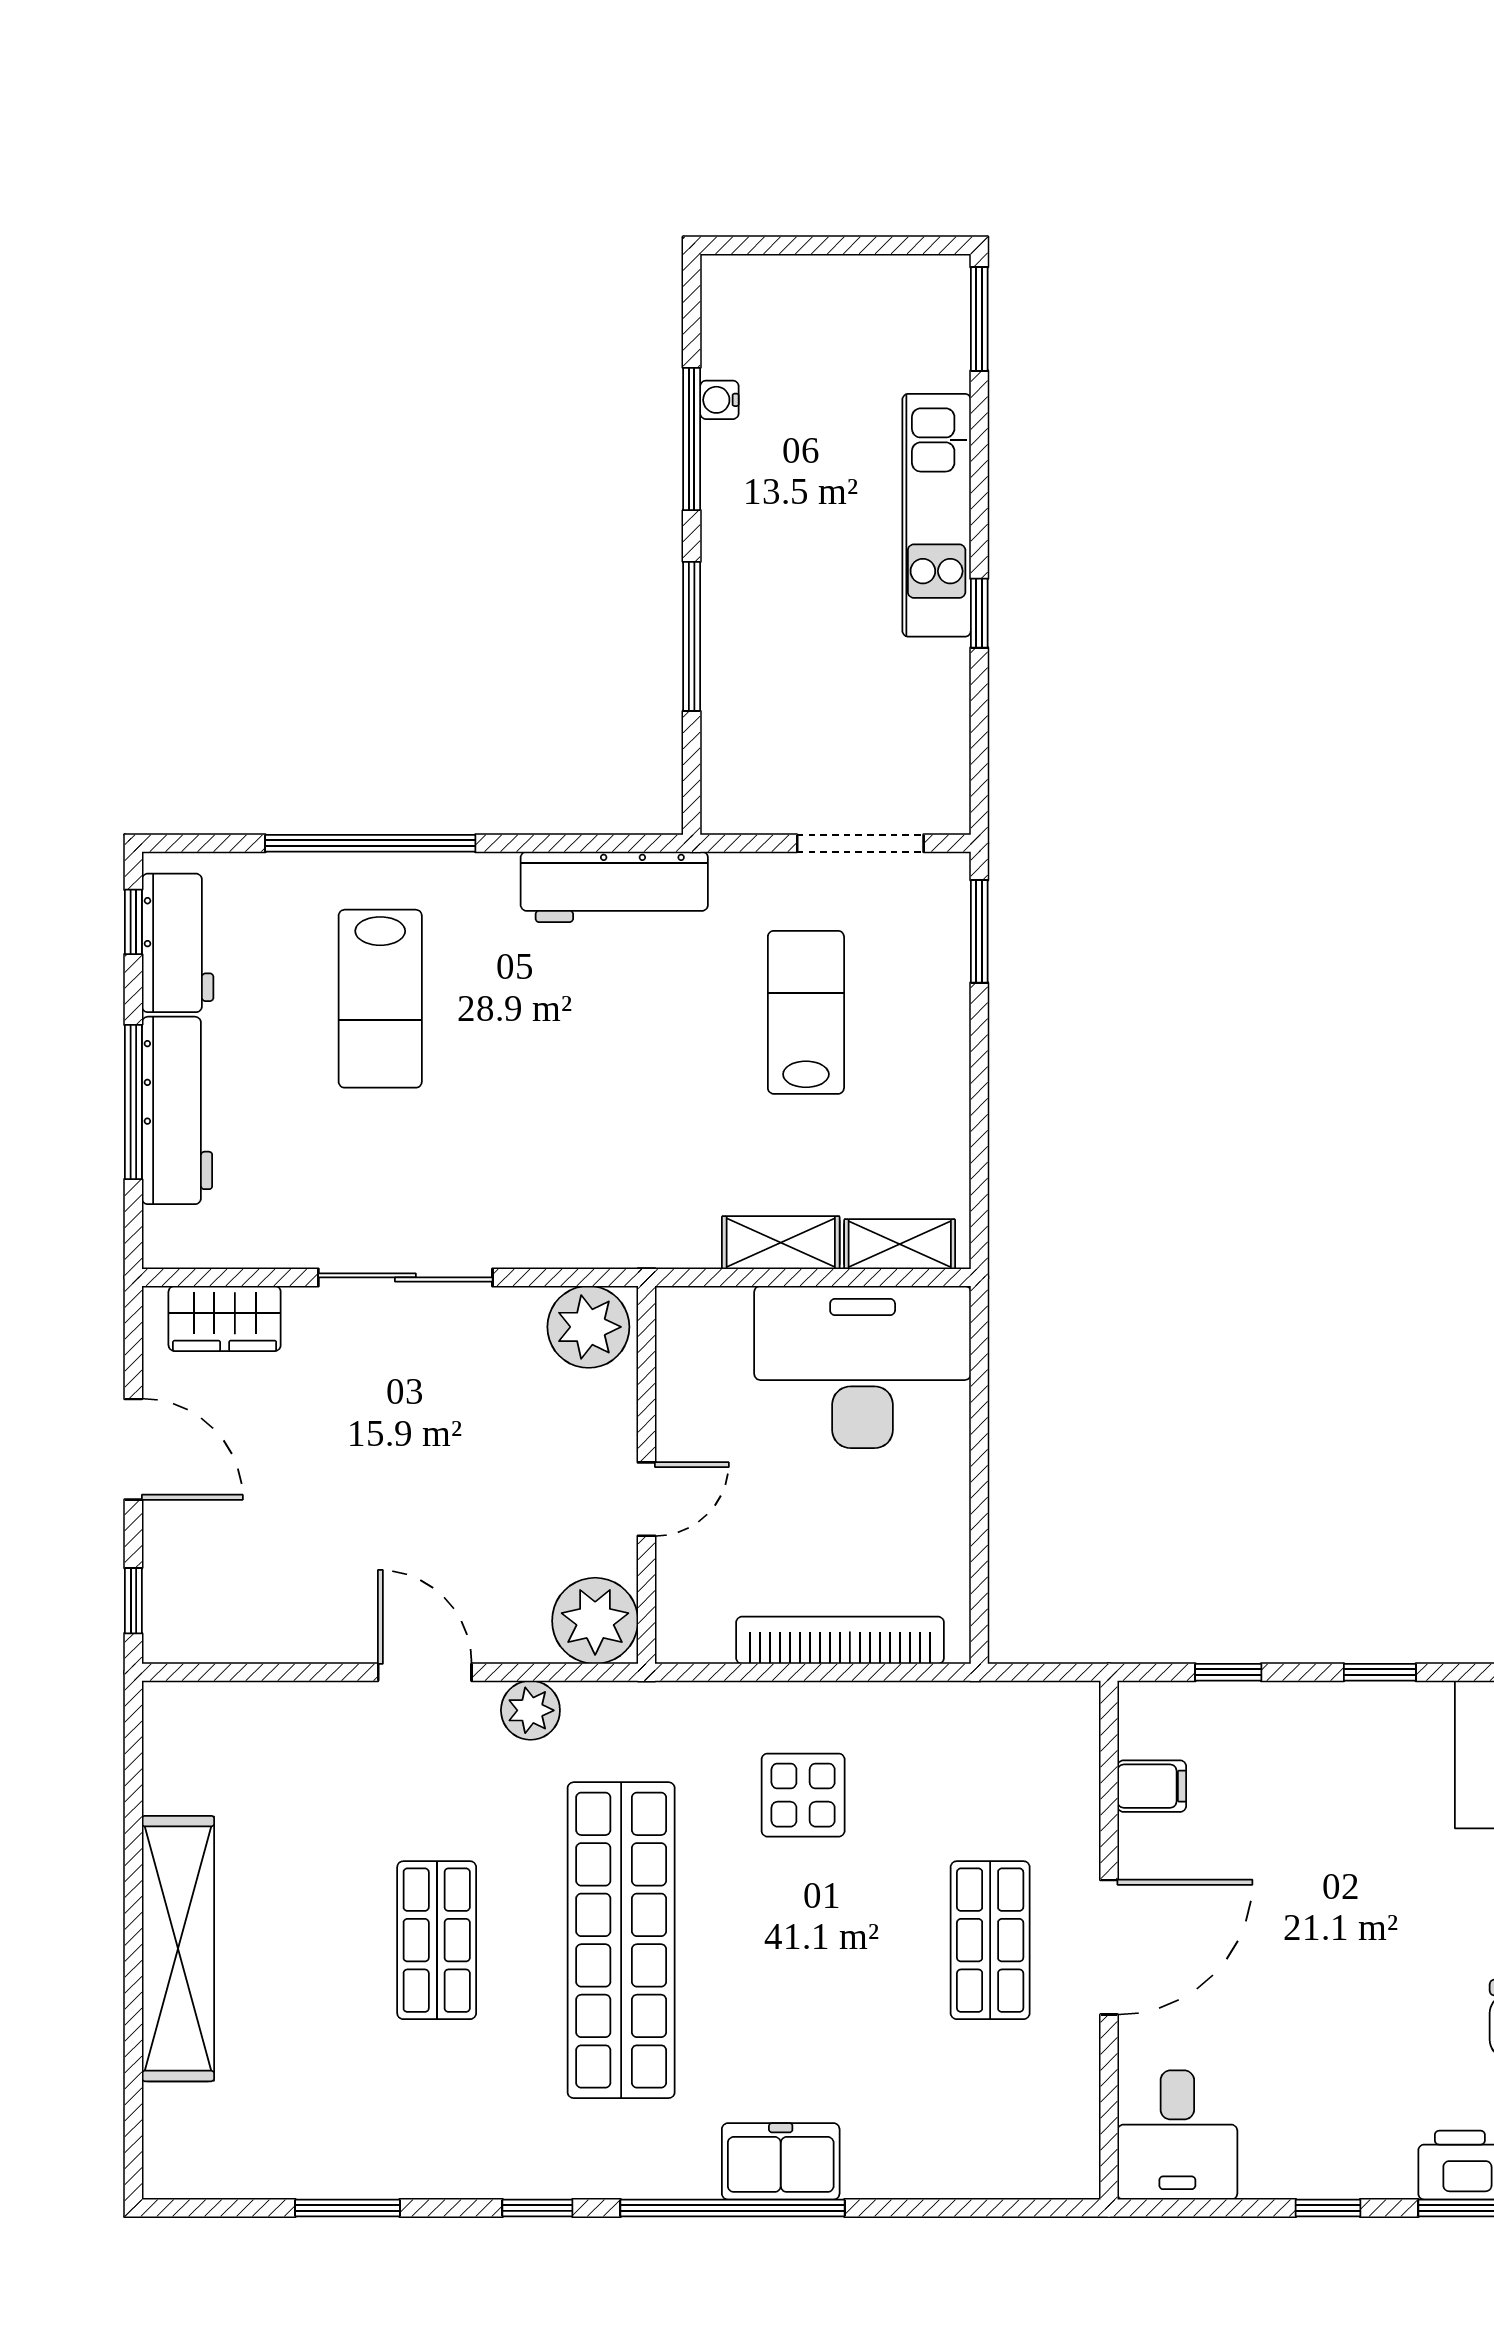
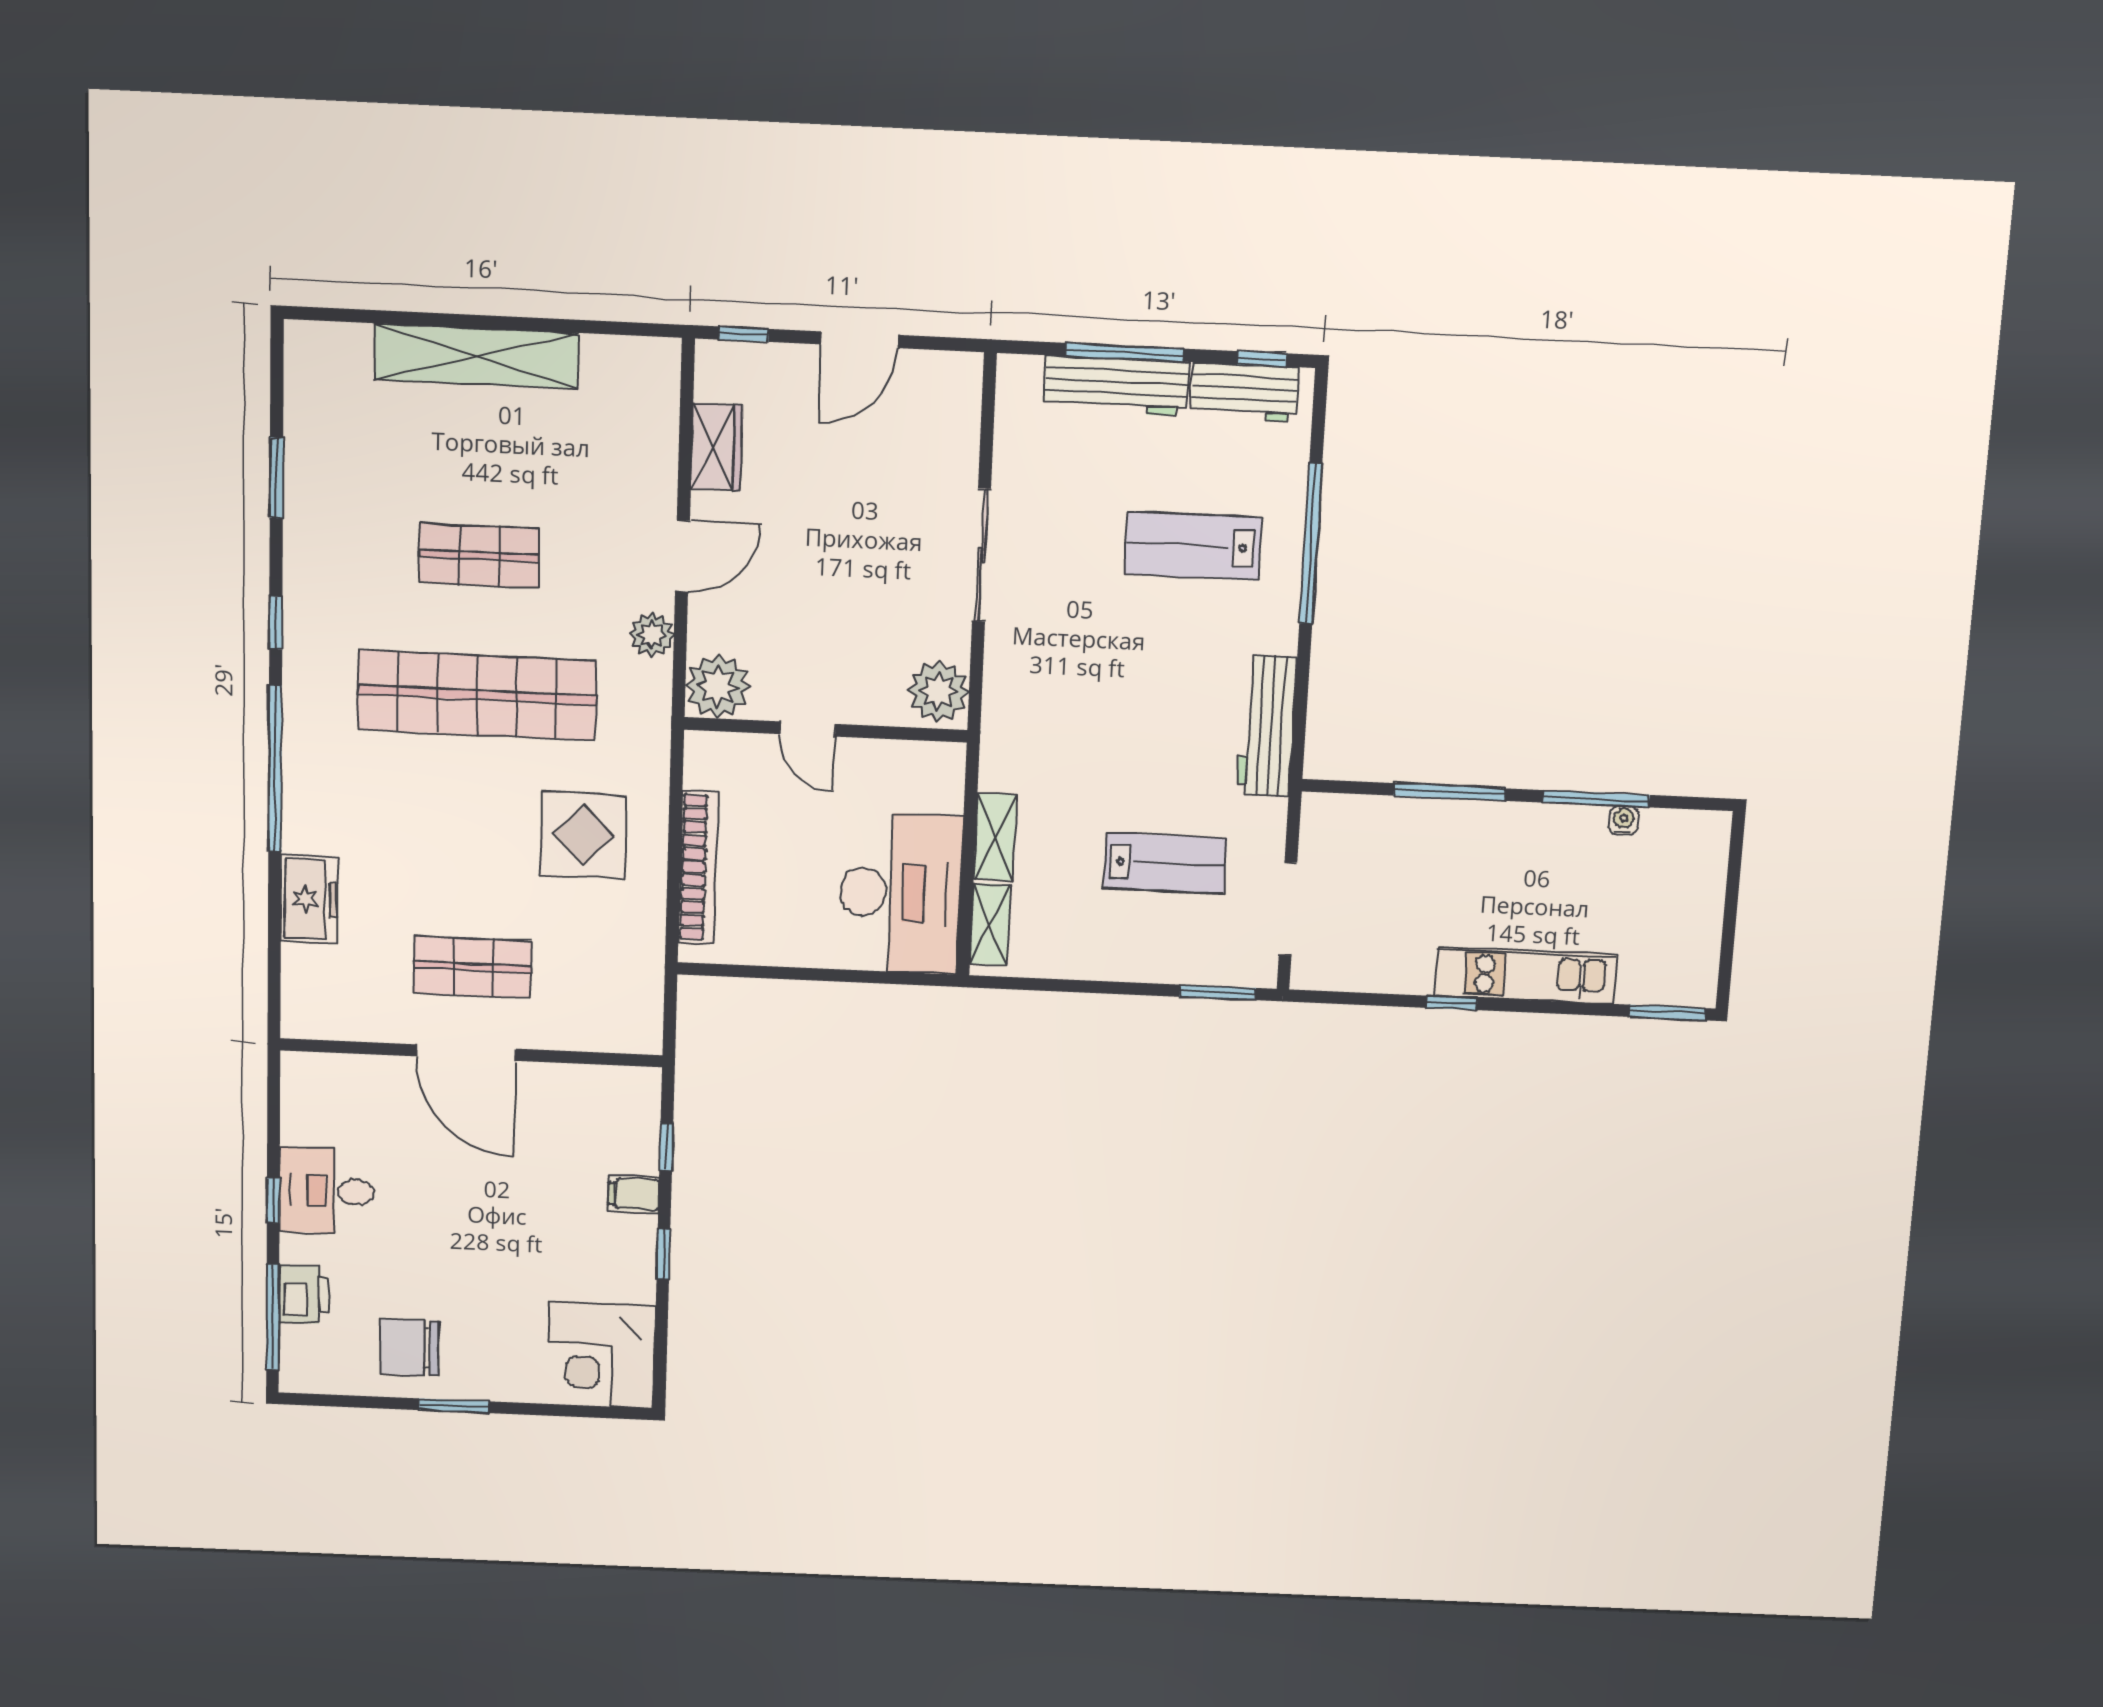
wardrobe: (225, 1319) -> (717, 447), moved, turned 180
filing cabinet: (1152, 1786) -> (634, 1194), moved, turned 90
display table: (803, 1795) -> (583, 835), width x1.36, depth x1.36
desk: (1177, 2135) -> (327, 1191), moved
freezer: (781, 2161) -> (309, 899), moved

